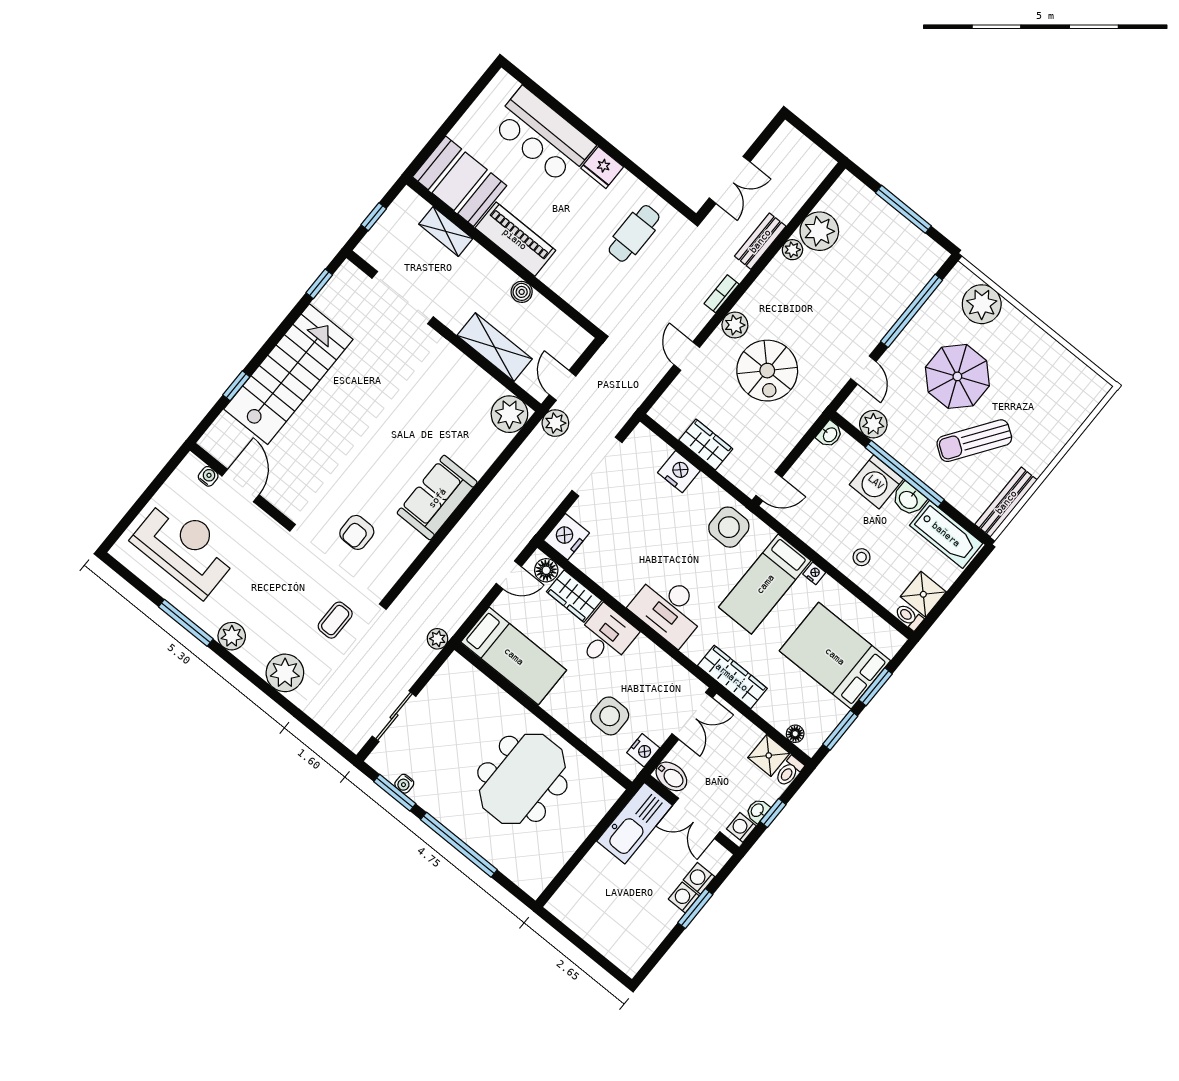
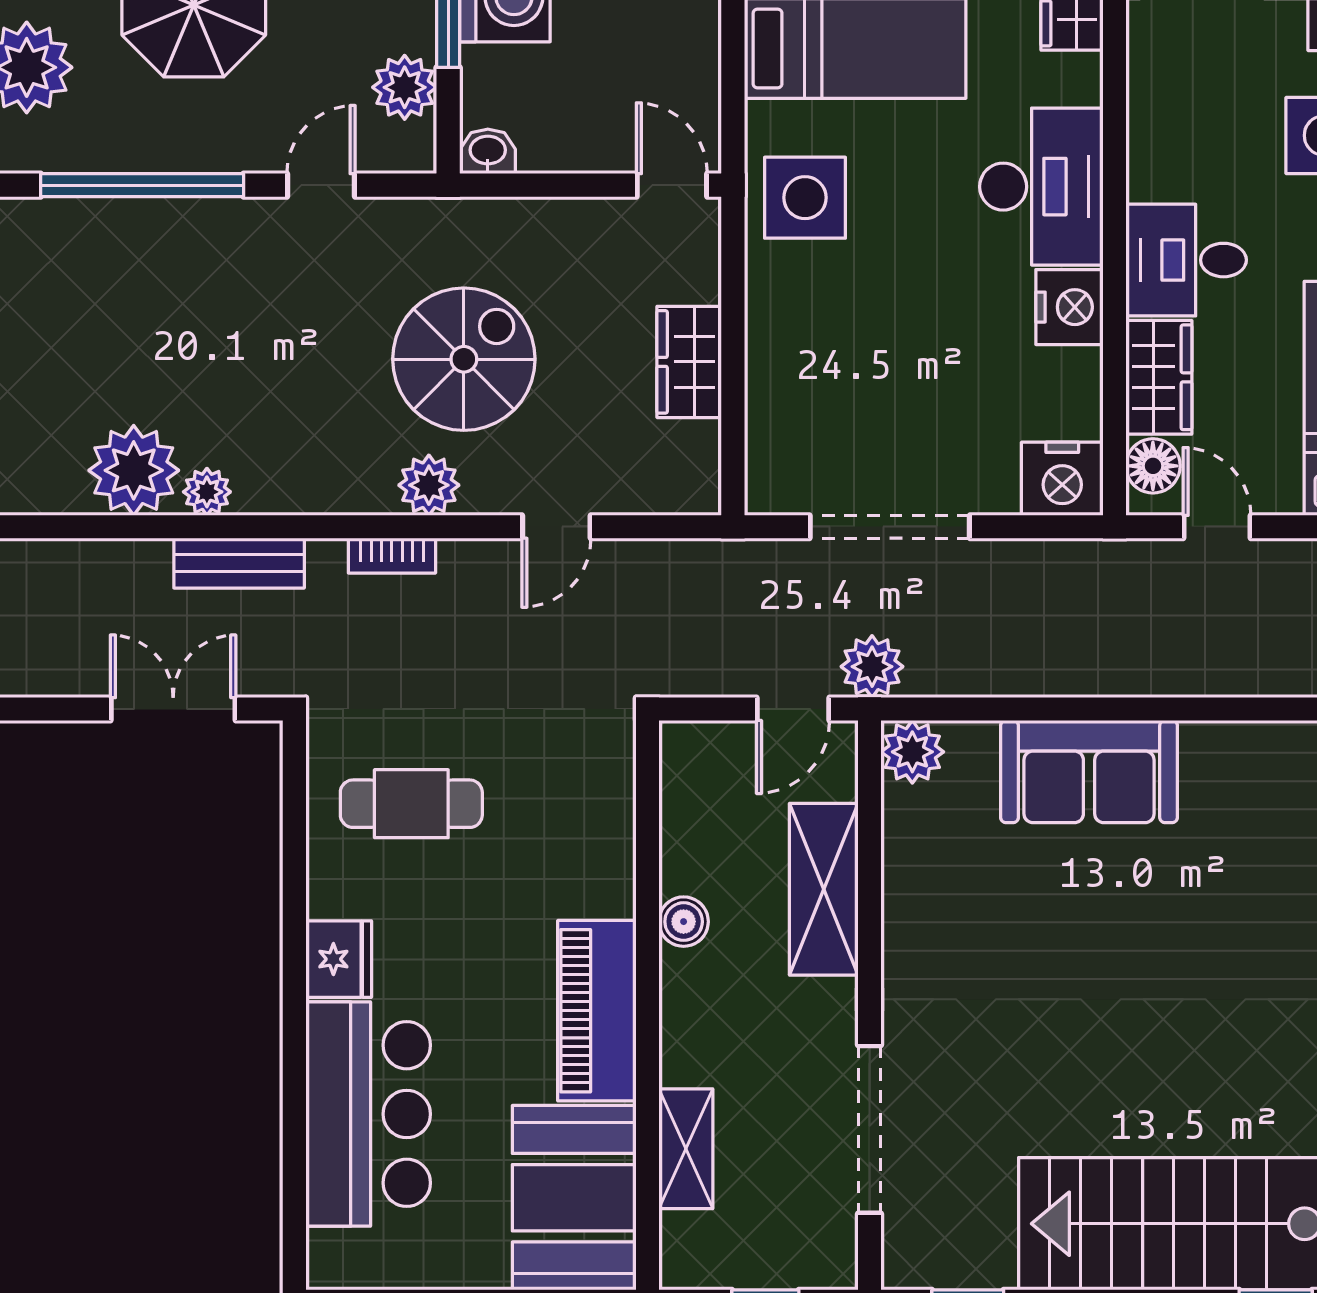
plant: (509, 414) -> (912, 752), width x0.73, depth x0.73
nightstand: (679, 472) -> (1069, 307), moved, turned 180
sofa: (437, 498) -> (1089, 772), moved

